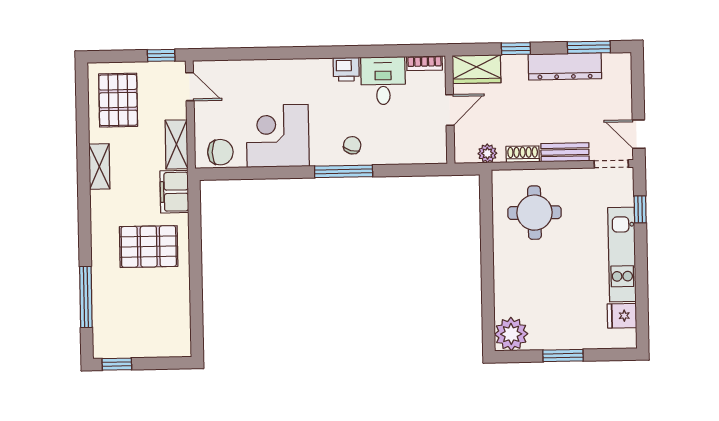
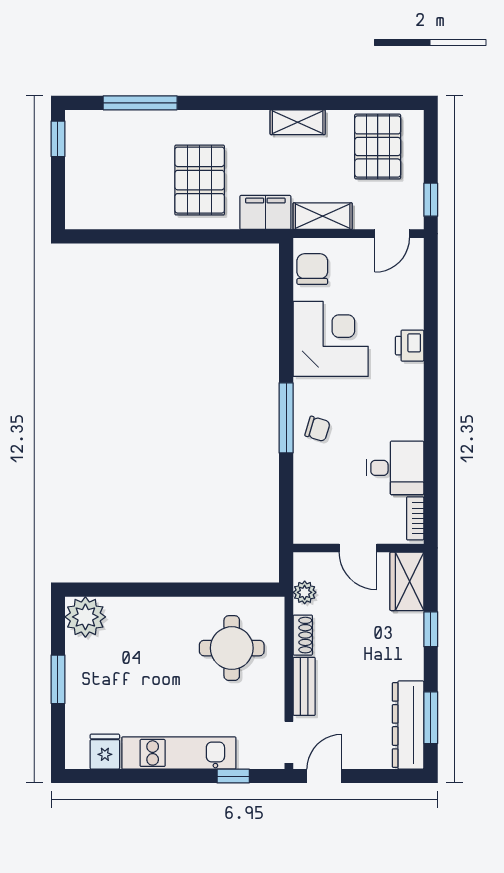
dresser: (565, 66) -> (408, 725), moved
printer: (346, 69) -> (410, 346), moved
pallet: (118, 100) -> (378, 146), turned 90
chair: (220, 152) -> (312, 269), turned 180

